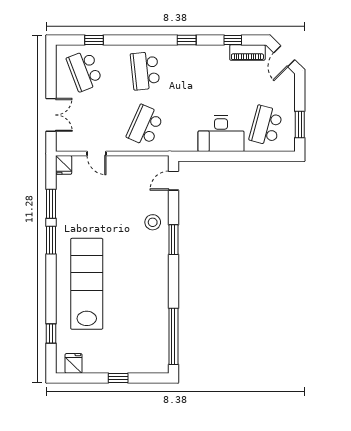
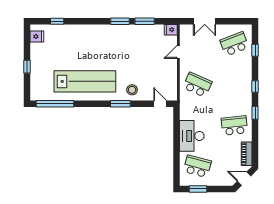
window: (233, 40) -> (255, 86), moved
school desk: (145, 71) -> (234, 125), moved
lab bench: (87, 284) -> (85, 81), moved

